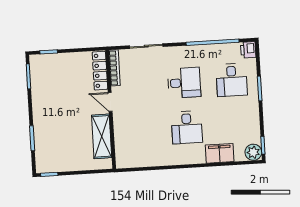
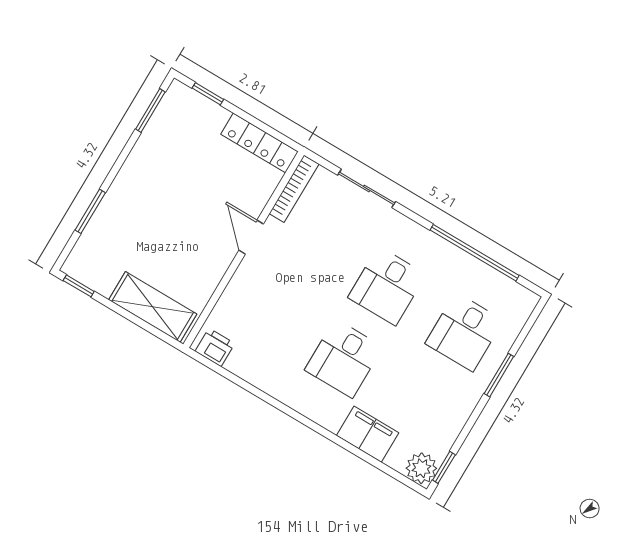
printer: (248, 50) -> (215, 347), moved, turned 90
locker: (100, 71) -> (259, 143), moved, turned -90
desk: (184, 83) -> (387, 286), turned 90
shelving: (102, 136) -> (153, 307), moved, turned 90

